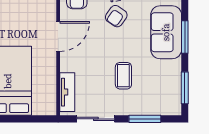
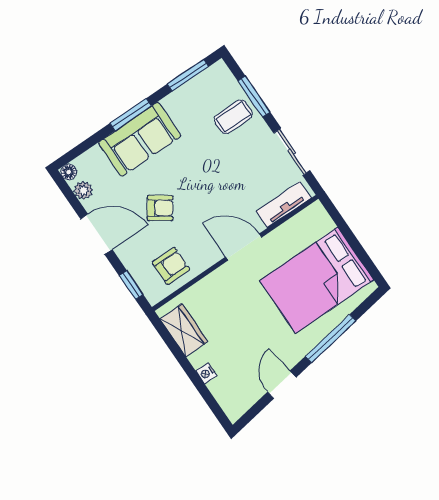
door: (58, 36) -> (244, 247), moved
coffee table: (123, 76) -> (233, 117), moved

